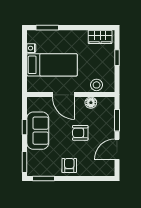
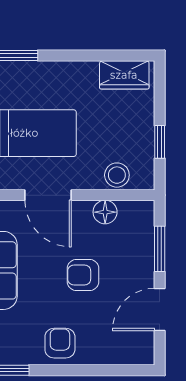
window: (117, 58) -> (160, 142), moved

